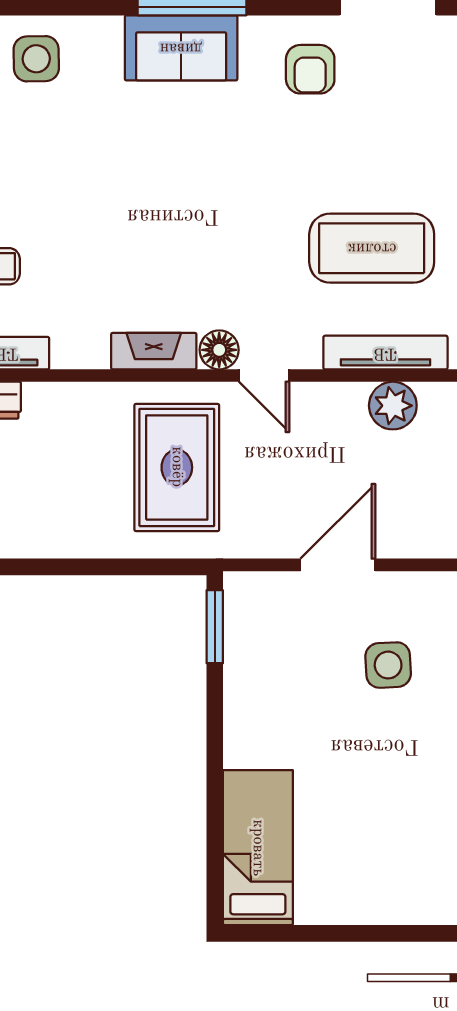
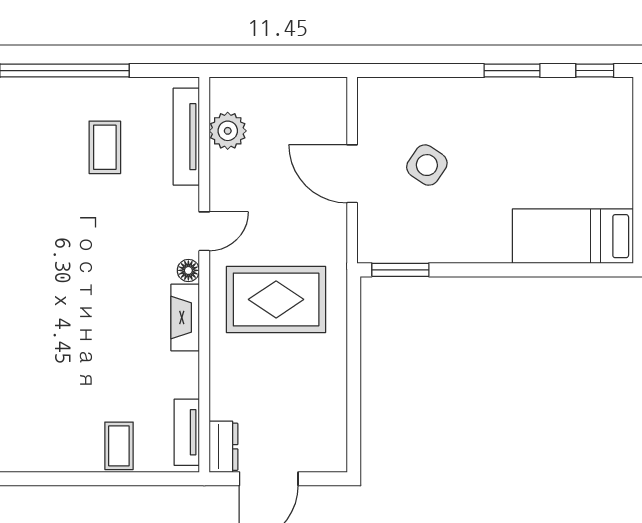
coffee table: (372, 248) -> (105, 147), width x0.54, depth x0.58
floor lamp: (219, 350) -> (188, 270), width x0.73, depth x0.73
side table: (388, 665) -> (427, 165), moved, turned 37

